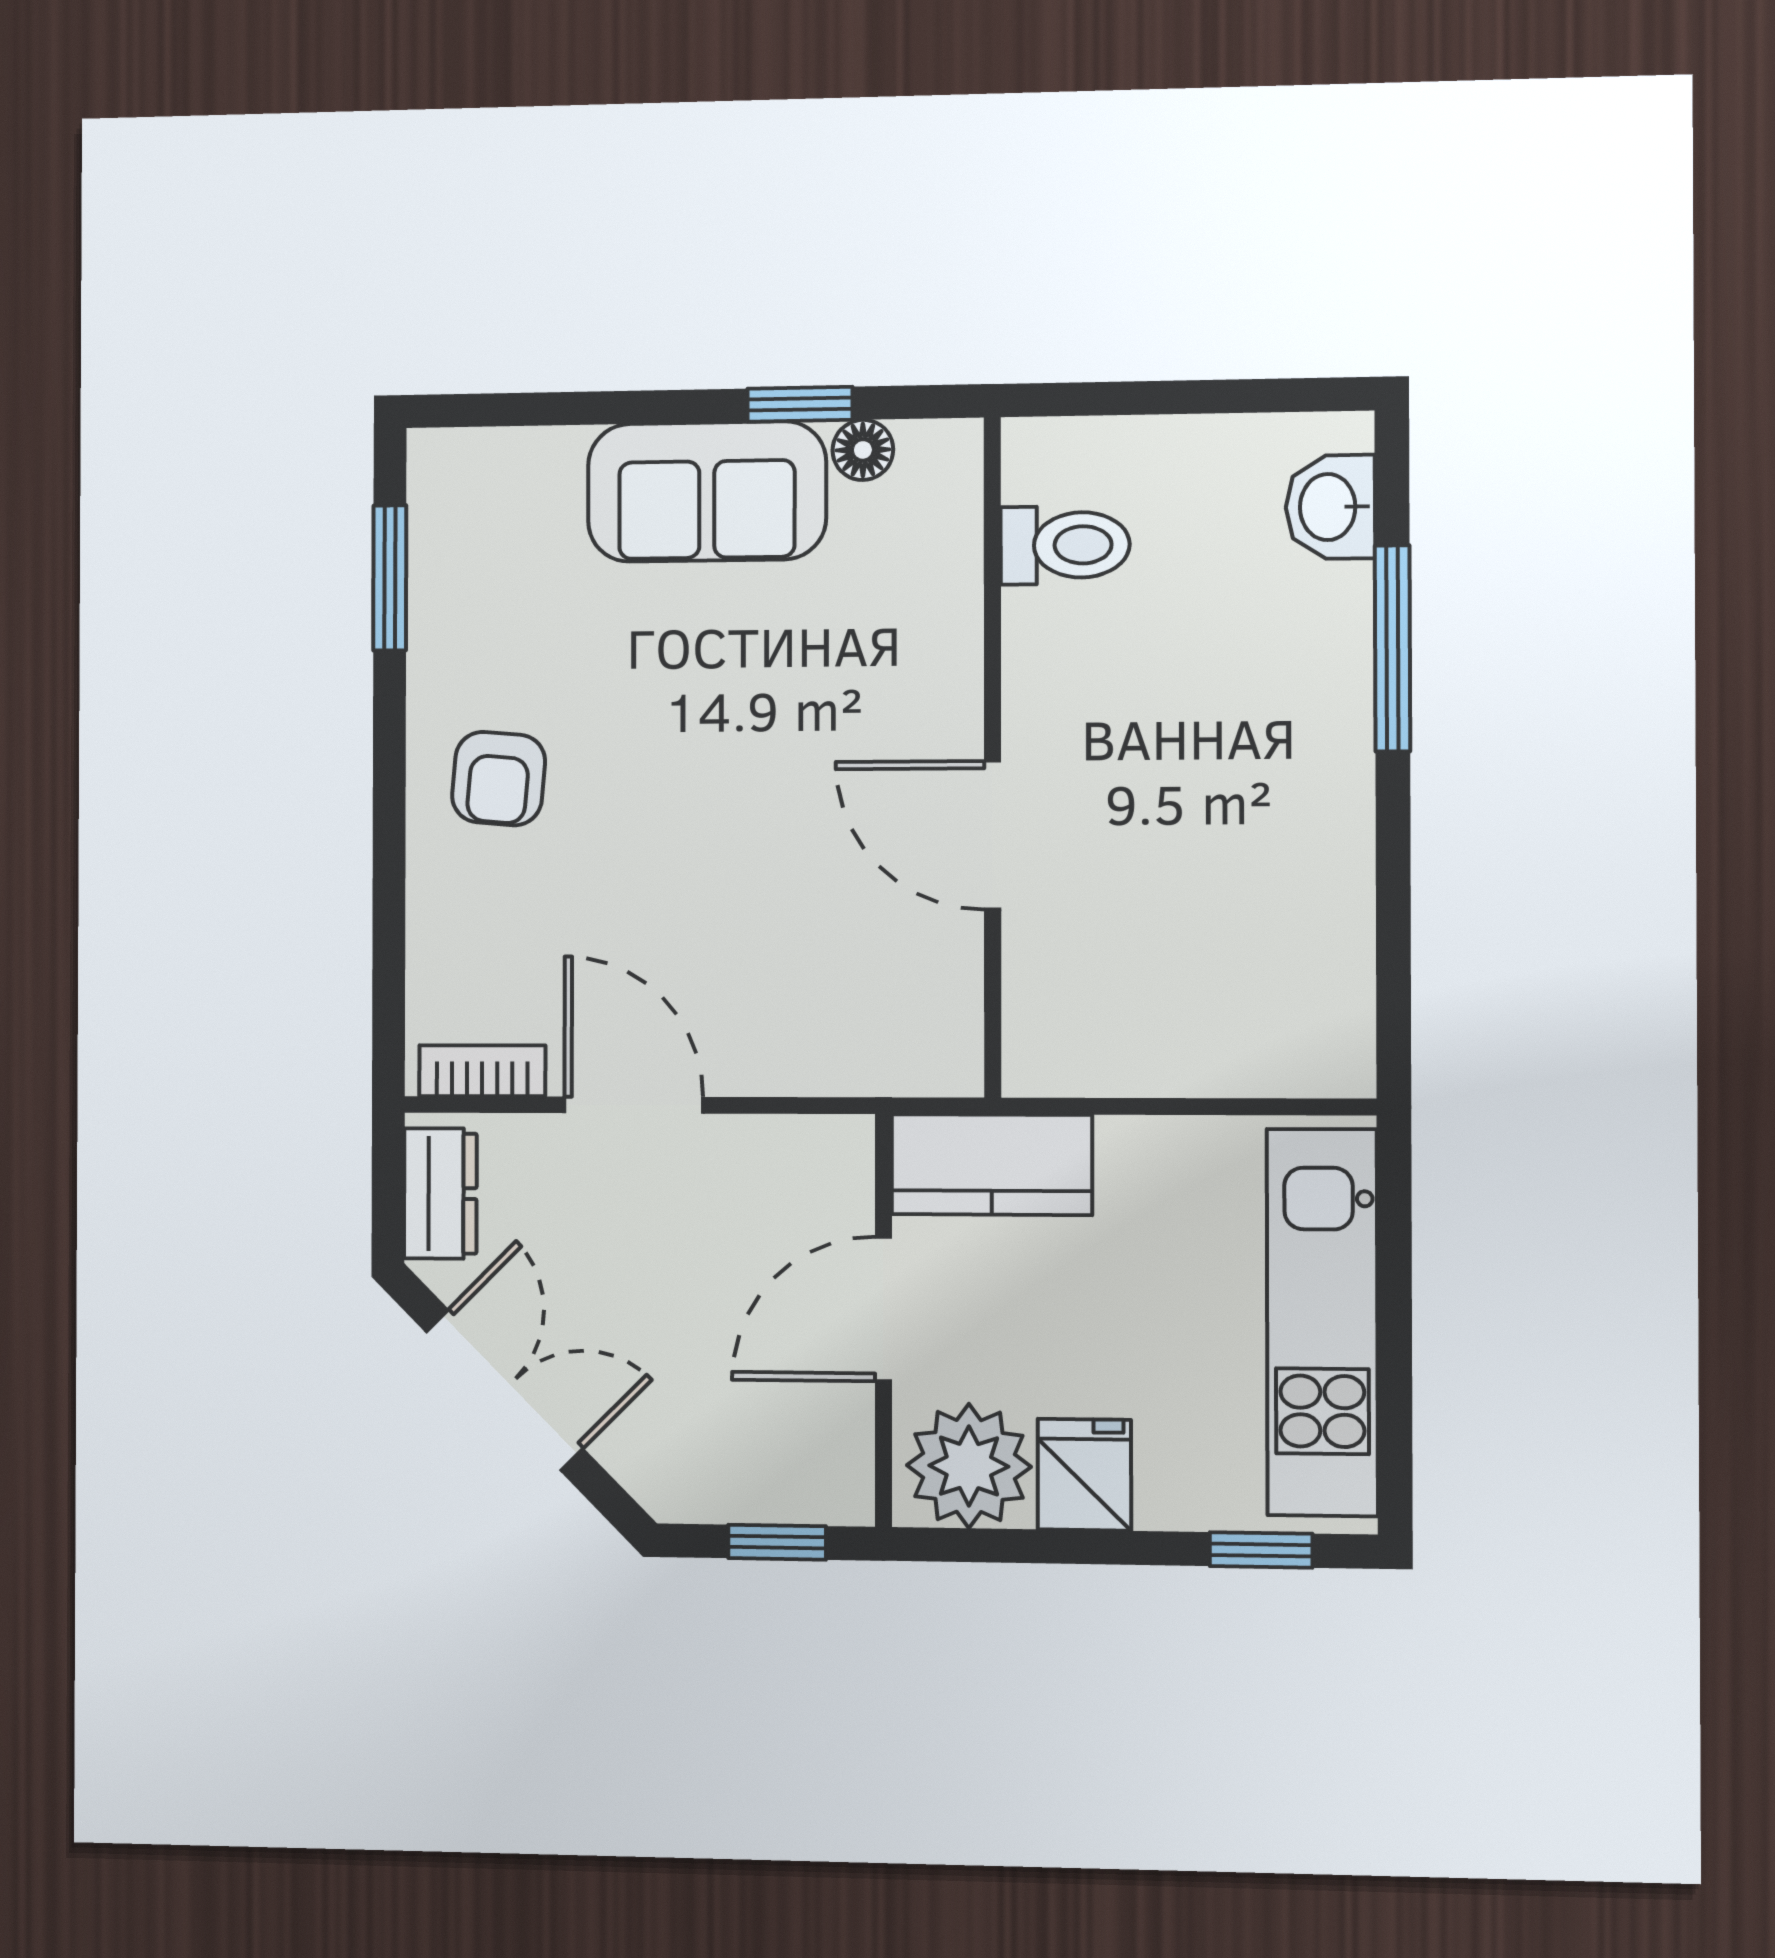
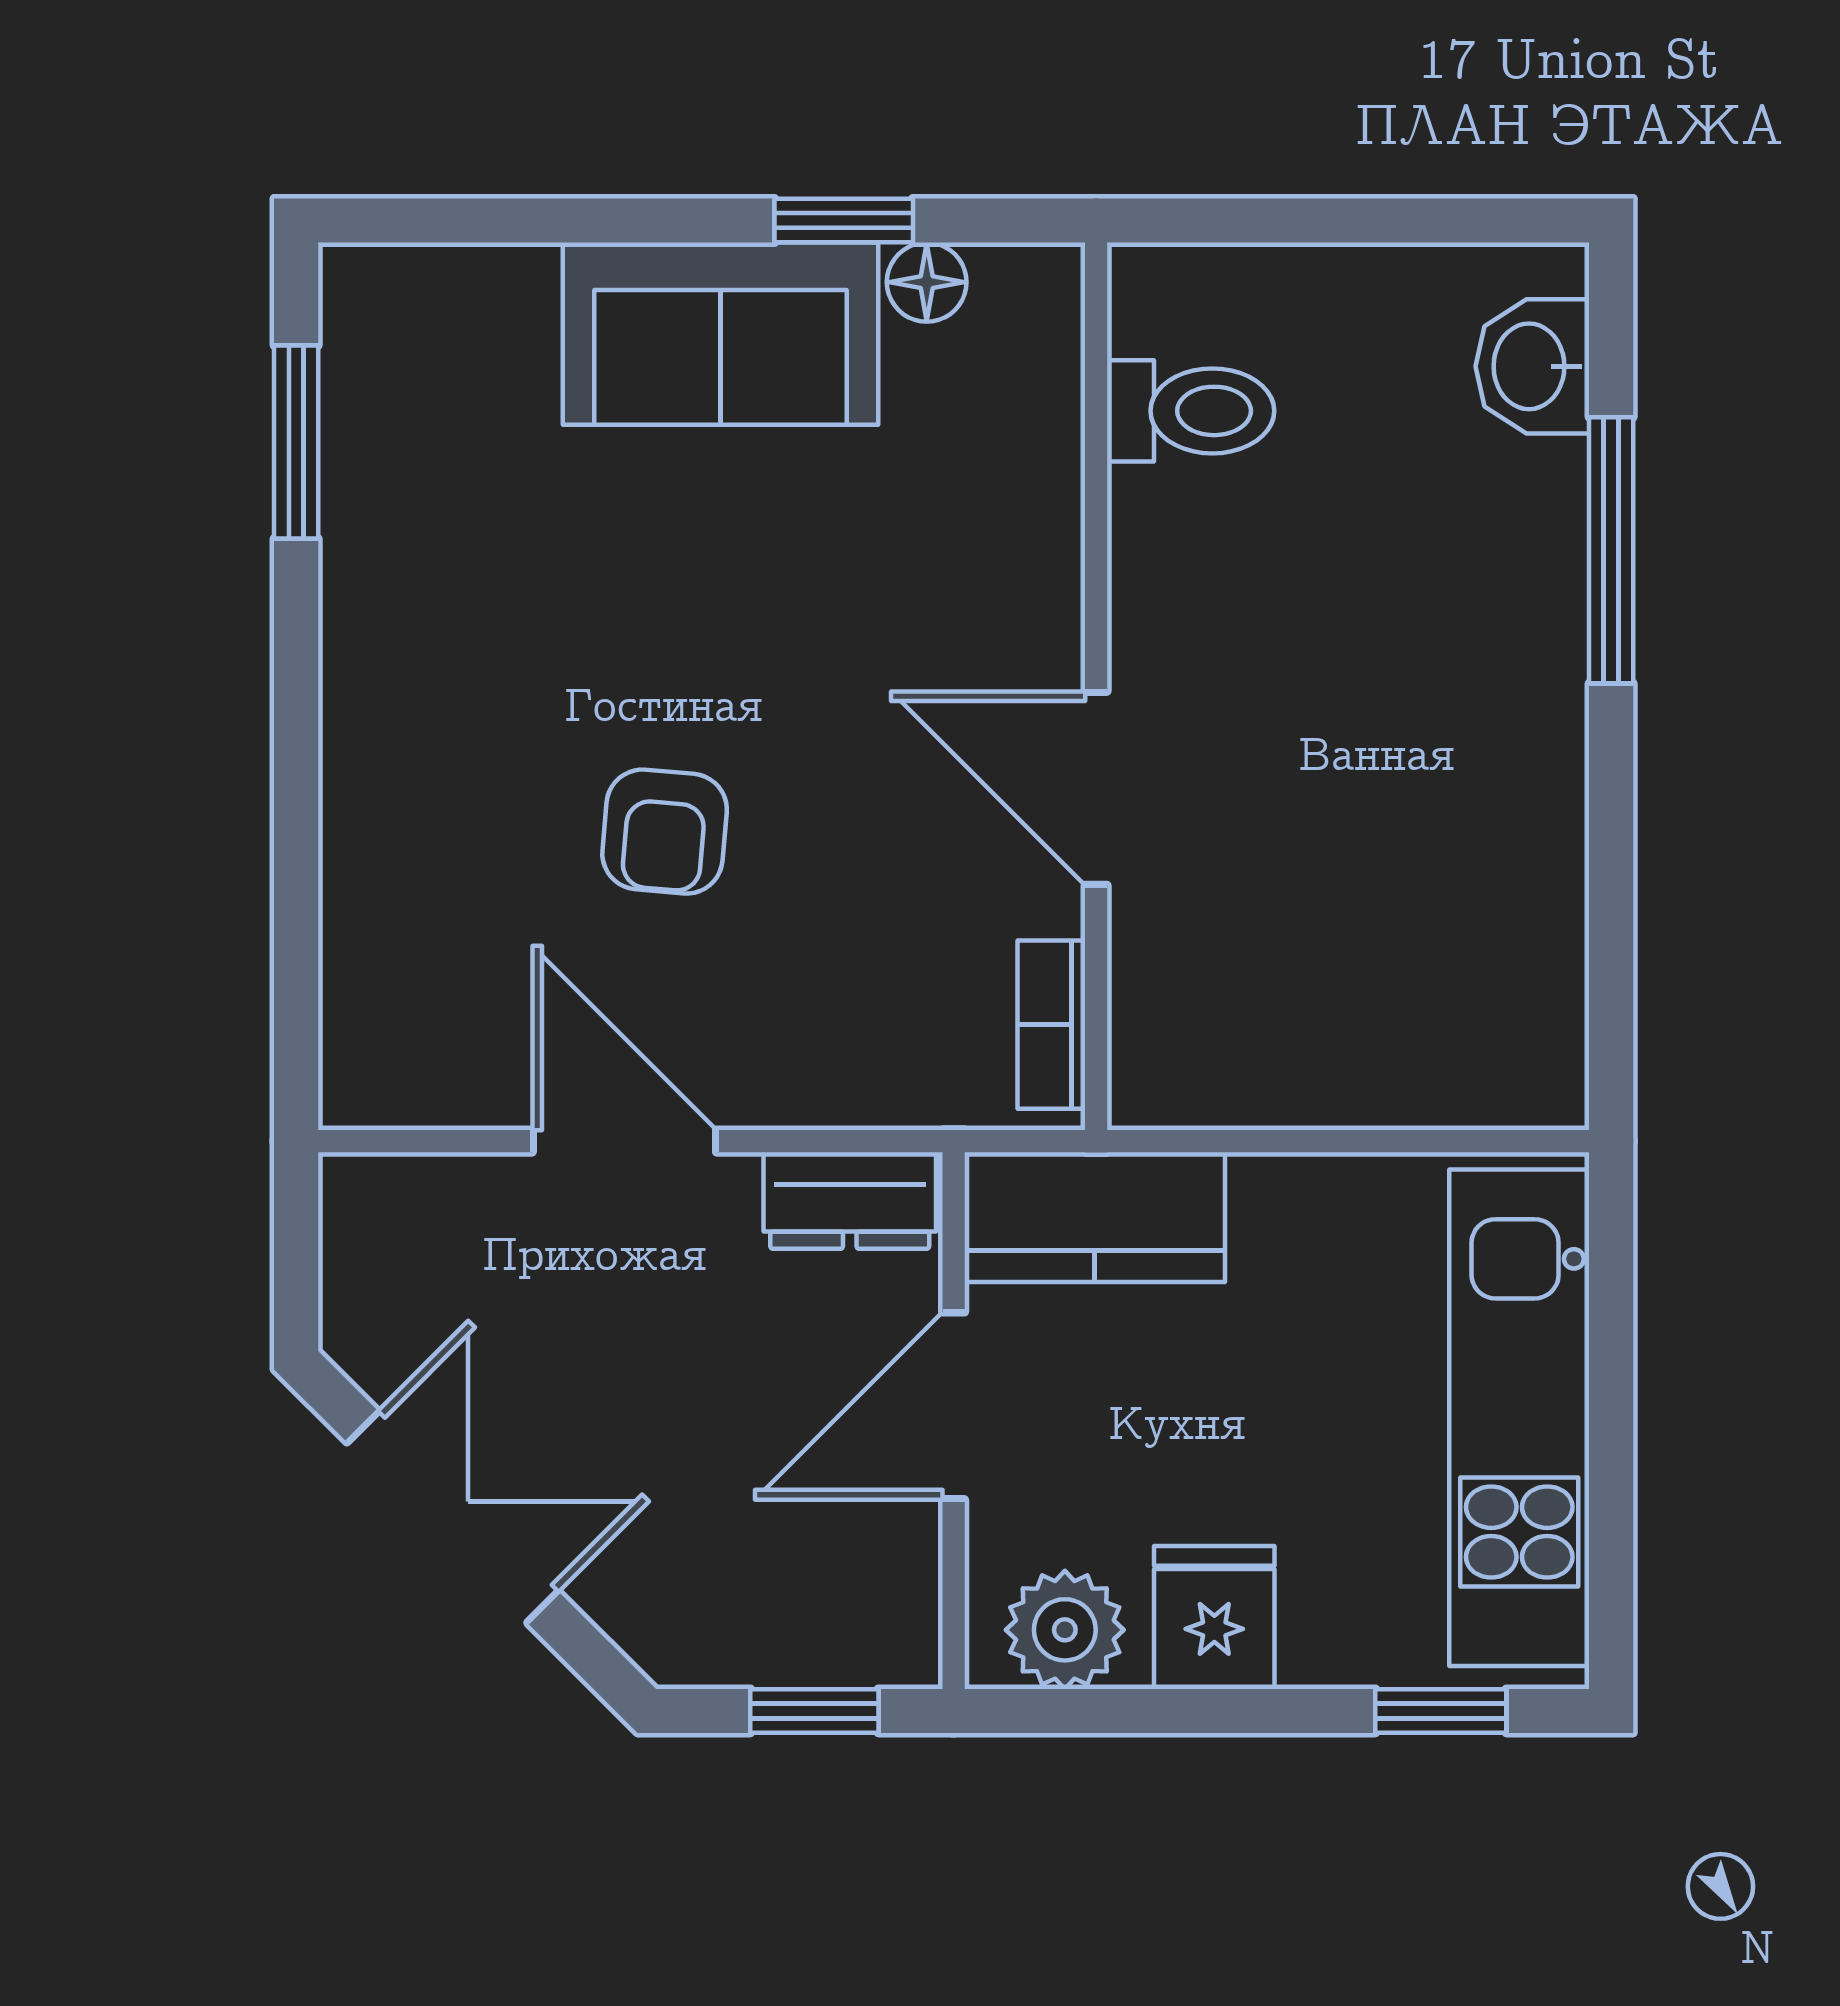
armchair: (499, 779) -> (665, 832), moved
bookcase: (482, 1071) -> (1051, 1025), moved, turned -90
dresser: (440, 1193) -> (850, 1201), moved, turned 90
plant: (969, 1466) -> (1065, 1630), width x0.73, depth x0.73

